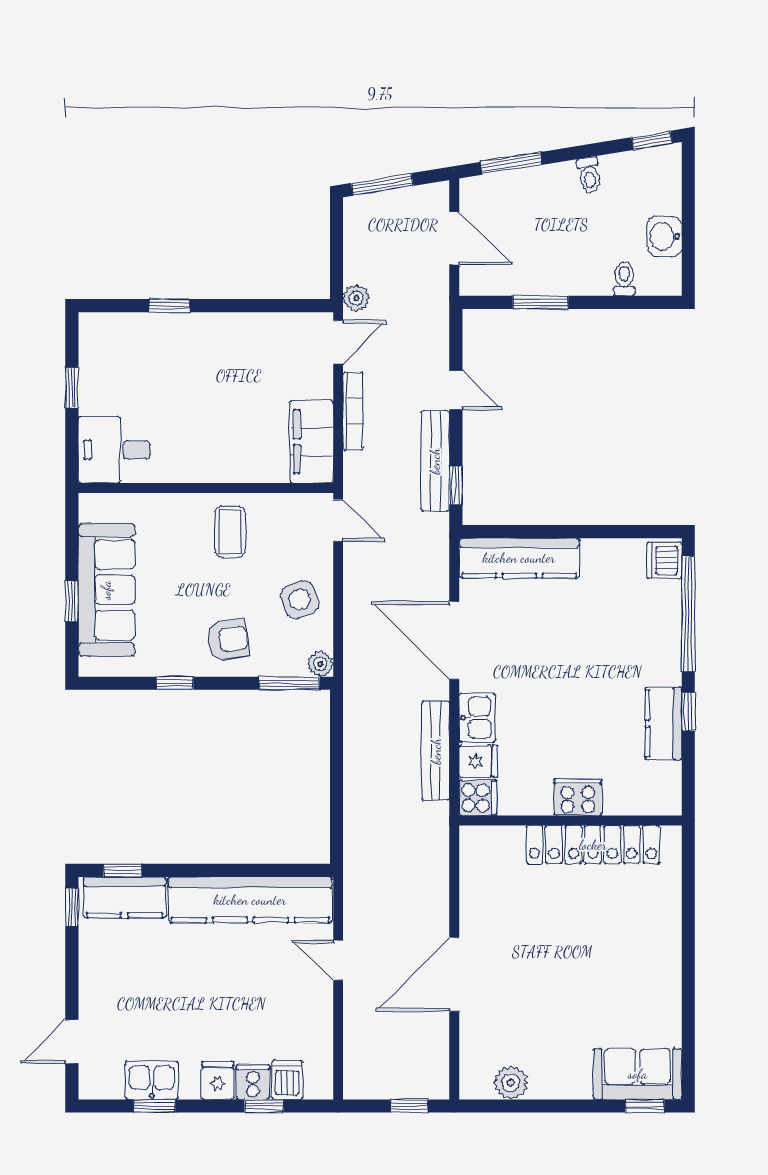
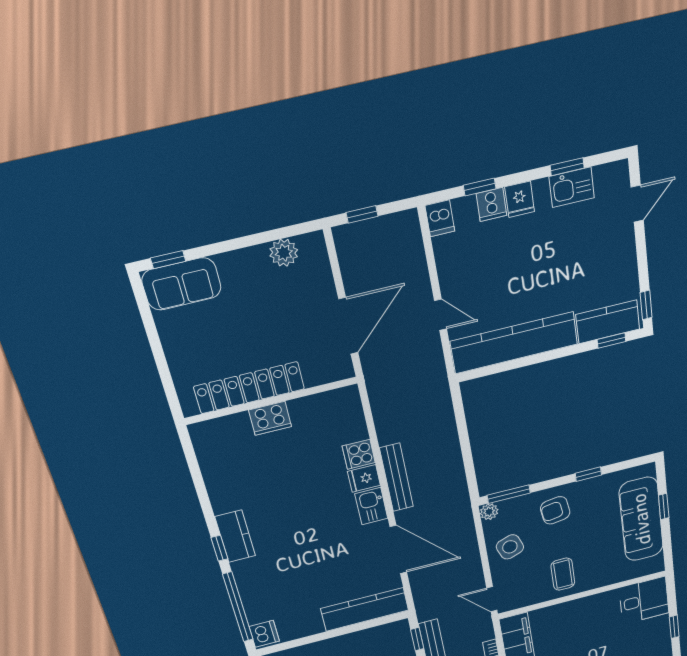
cooker: (578, 797) -> (270, 418), moved
wall: (570, 820) -> (271, 401), moved
locker: (593, 845) -> (249, 388), moved
dishwasher: (287, 1080) -> (440, 218), moved

